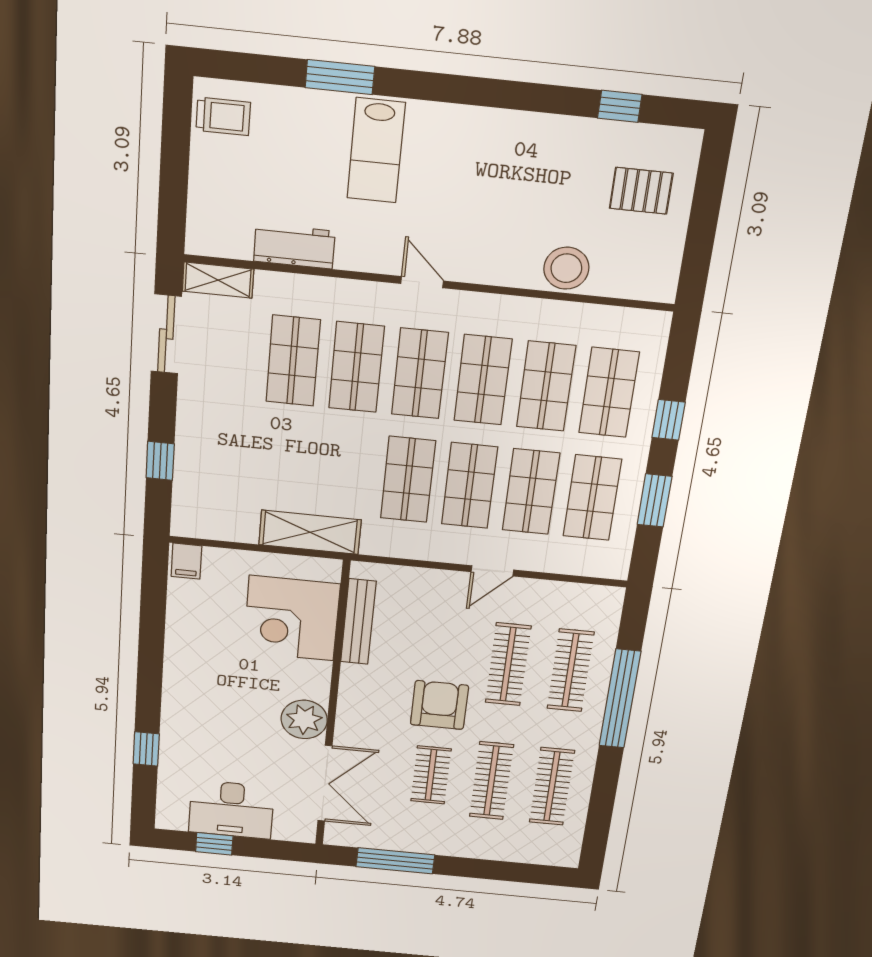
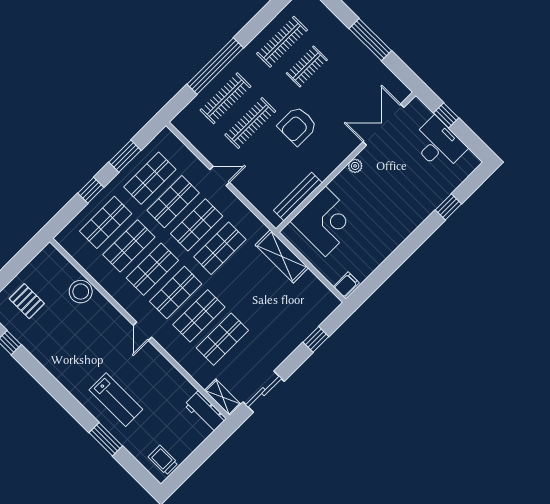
lab bench: (376, 150) -> (116, 400), turned 90
workbench: (294, 246) -> (205, 412), moved
plant: (304, 719) -> (355, 166), width x0.53, depth x0.53
clothes rail: (431, 775) -> (332, 91), removed
clothes rail: (491, 781) -> (307, 67), width x0.73
window: (214, 844) -> (446, 115), moved
window: (395, 861) -> (370, 40), moved

